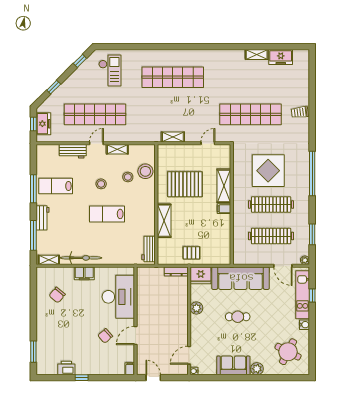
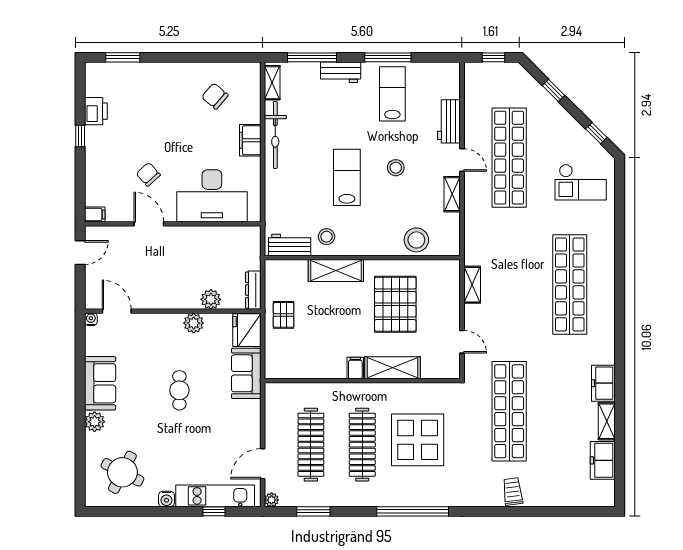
freezer: (43, 124) -> (603, 383), moved, turned 90
stool: (128, 177) -> (327, 237), moved
sofa: (241, 278) -> (246, 373), width x0.54, depth x0.79
plant: (182, 297) -> (211, 299), added

